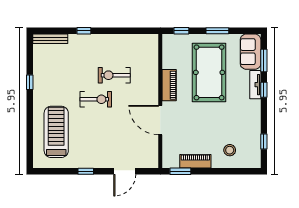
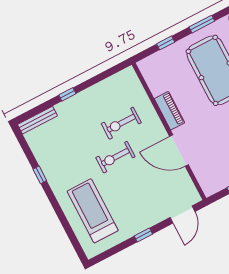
piano: (169, 85) -> (170, 111), moved
exercise bike: (96, 99) -> (115, 157), turned 180
wall: (160, 101) -> (169, 131), moved
door: (160, 120) -> (179, 151), moved

